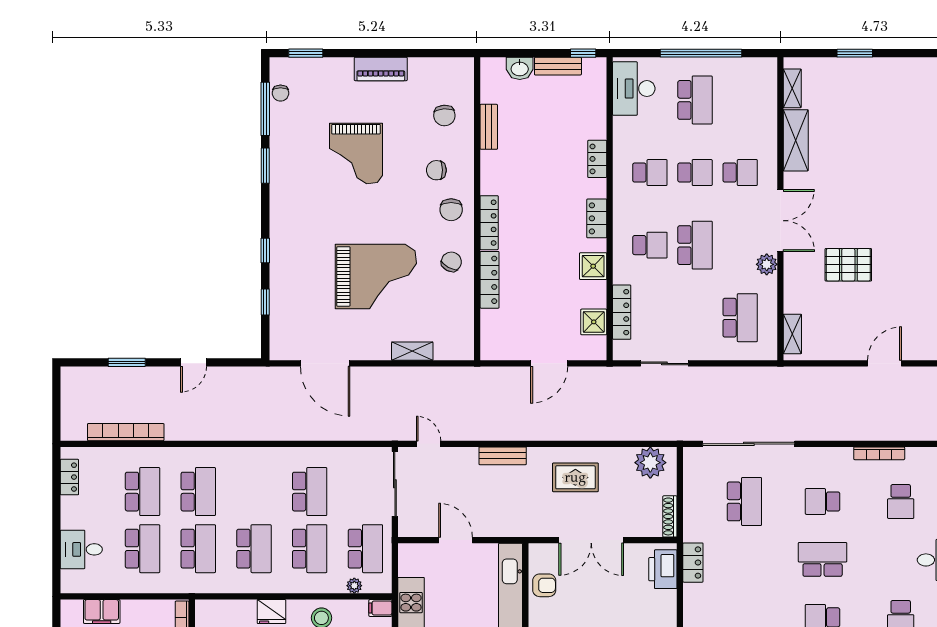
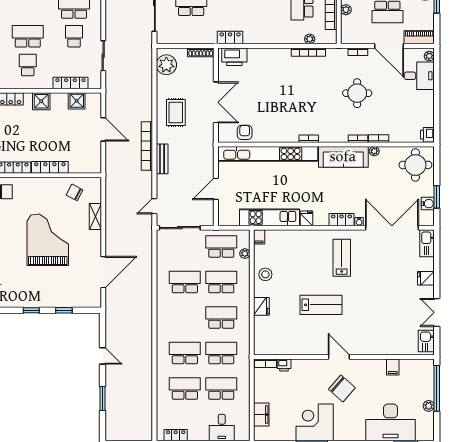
chair: (451, 262) -> (74, 192), moved
school desk: (695, 318) -> (74, 36), added
bookcase: (126, 432) -> (147, 146), moved

